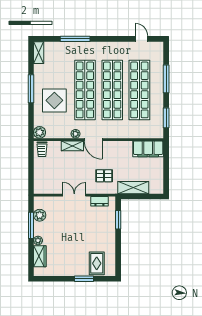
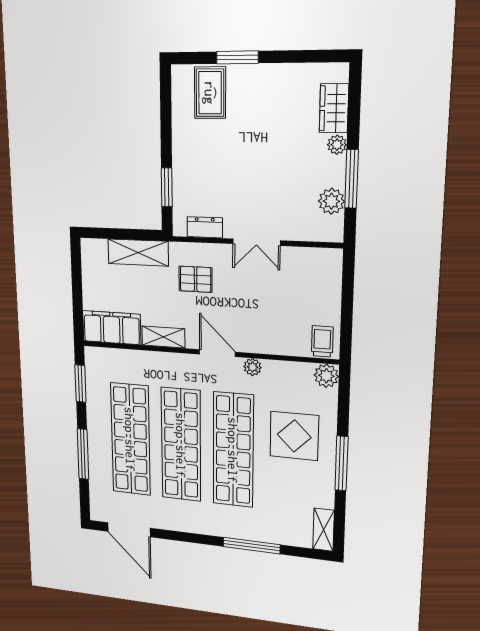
door: (141, 39) -> (129, 530), width x1.88
shelving: (72, 146) -> (163, 337), moved

